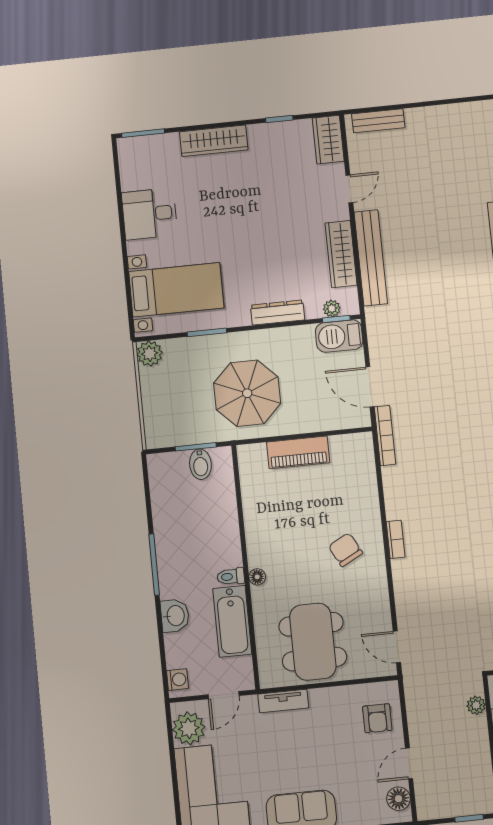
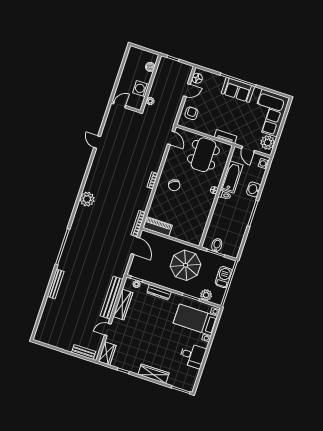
barbecue: (339, 336) -> (224, 277), moved, turned -90
plant: (150, 354) -> (206, 295), moved
piano: (298, 452) -> (158, 226), moved
door: (224, 695) -> (248, 149), swing flipped

